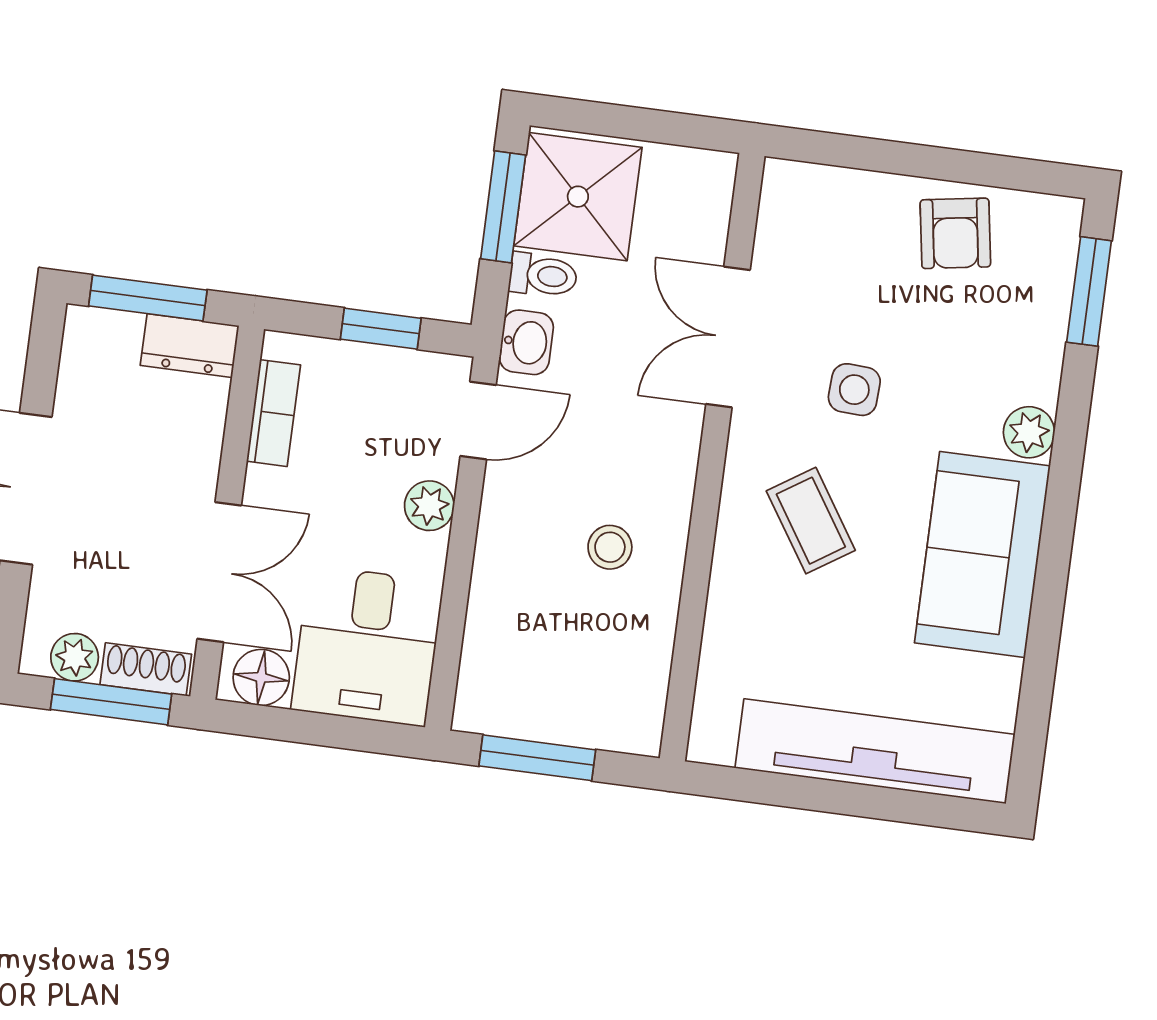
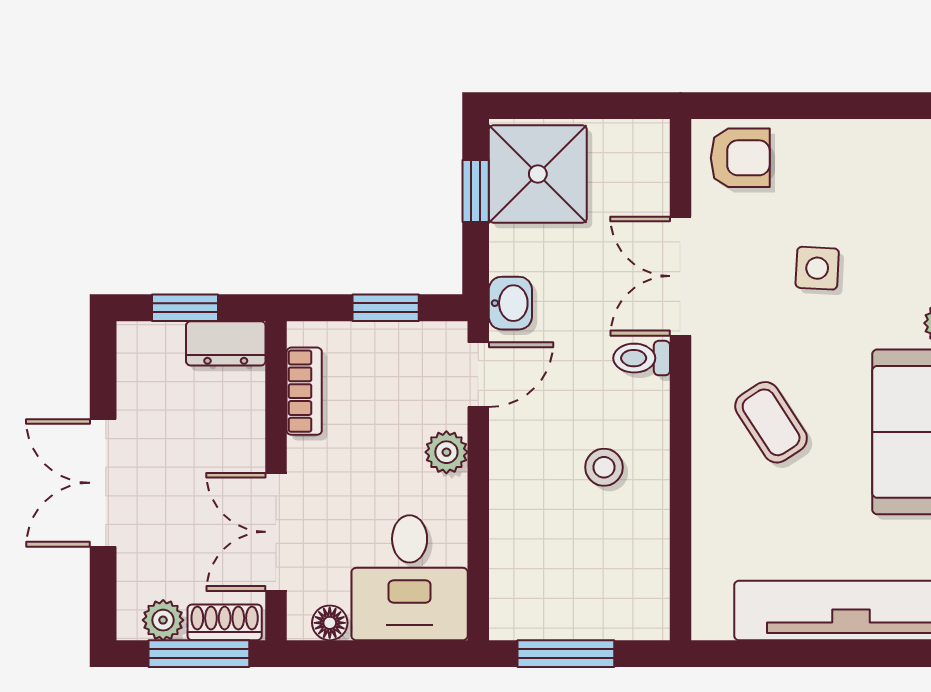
window: (503, 207) -> (476, 191), width x0.67
armchair: (955, 233) -> (740, 158), moved, turned -81
toilet: (543, 275) -> (642, 358), moved, turned 180
window: (148, 298) -> (185, 308), width x0.67
side table: (854, 390) -> (817, 268), moved
double door: (219, 572) -> (276, 532), swing flipped
floor lamp: (261, 677) -> (330, 623), width x0.73, depth x0.73

